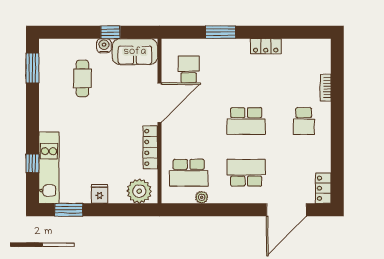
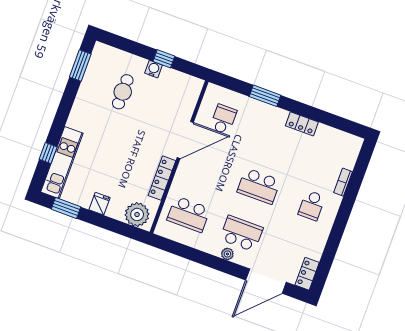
sofa: (135, 52) -> (180, 85), removed
plant: (202, 197) -> (227, 254), moved

